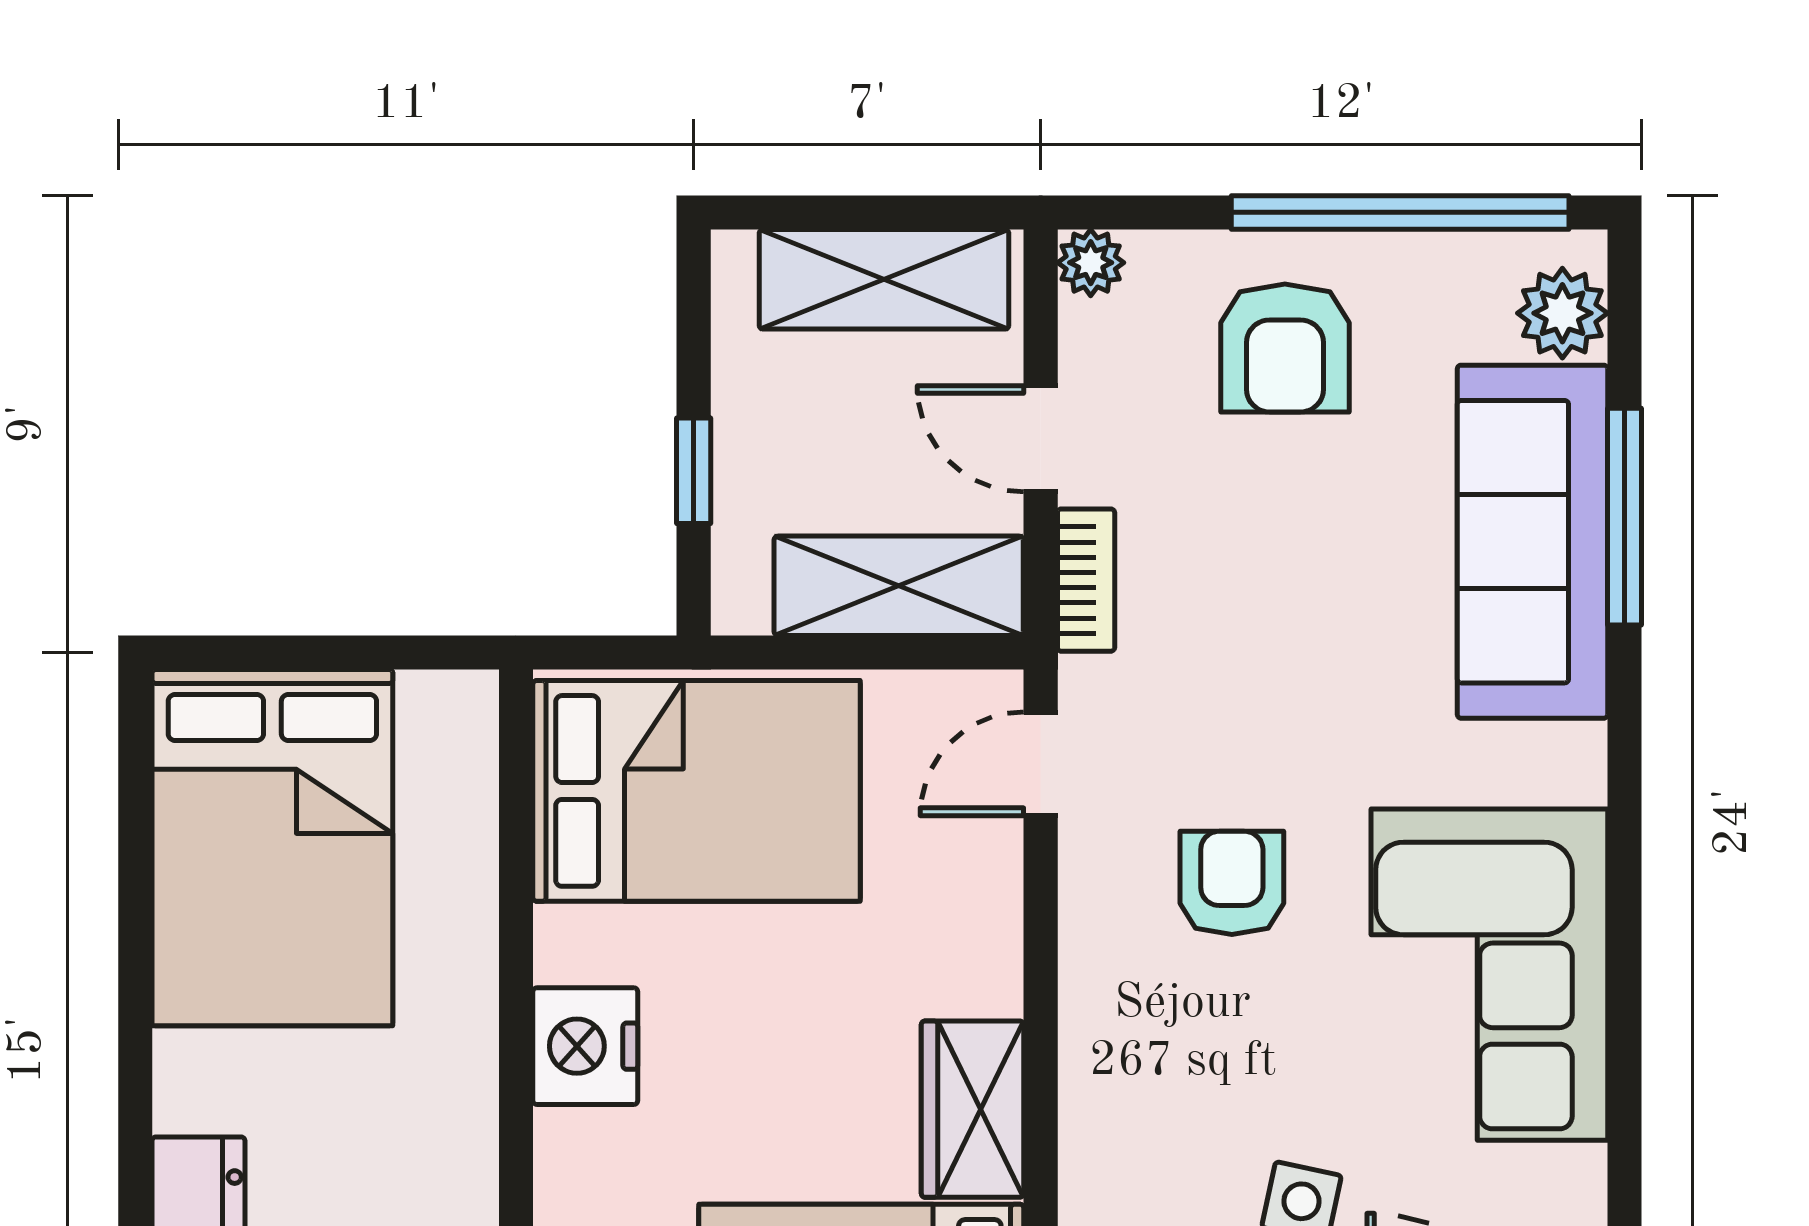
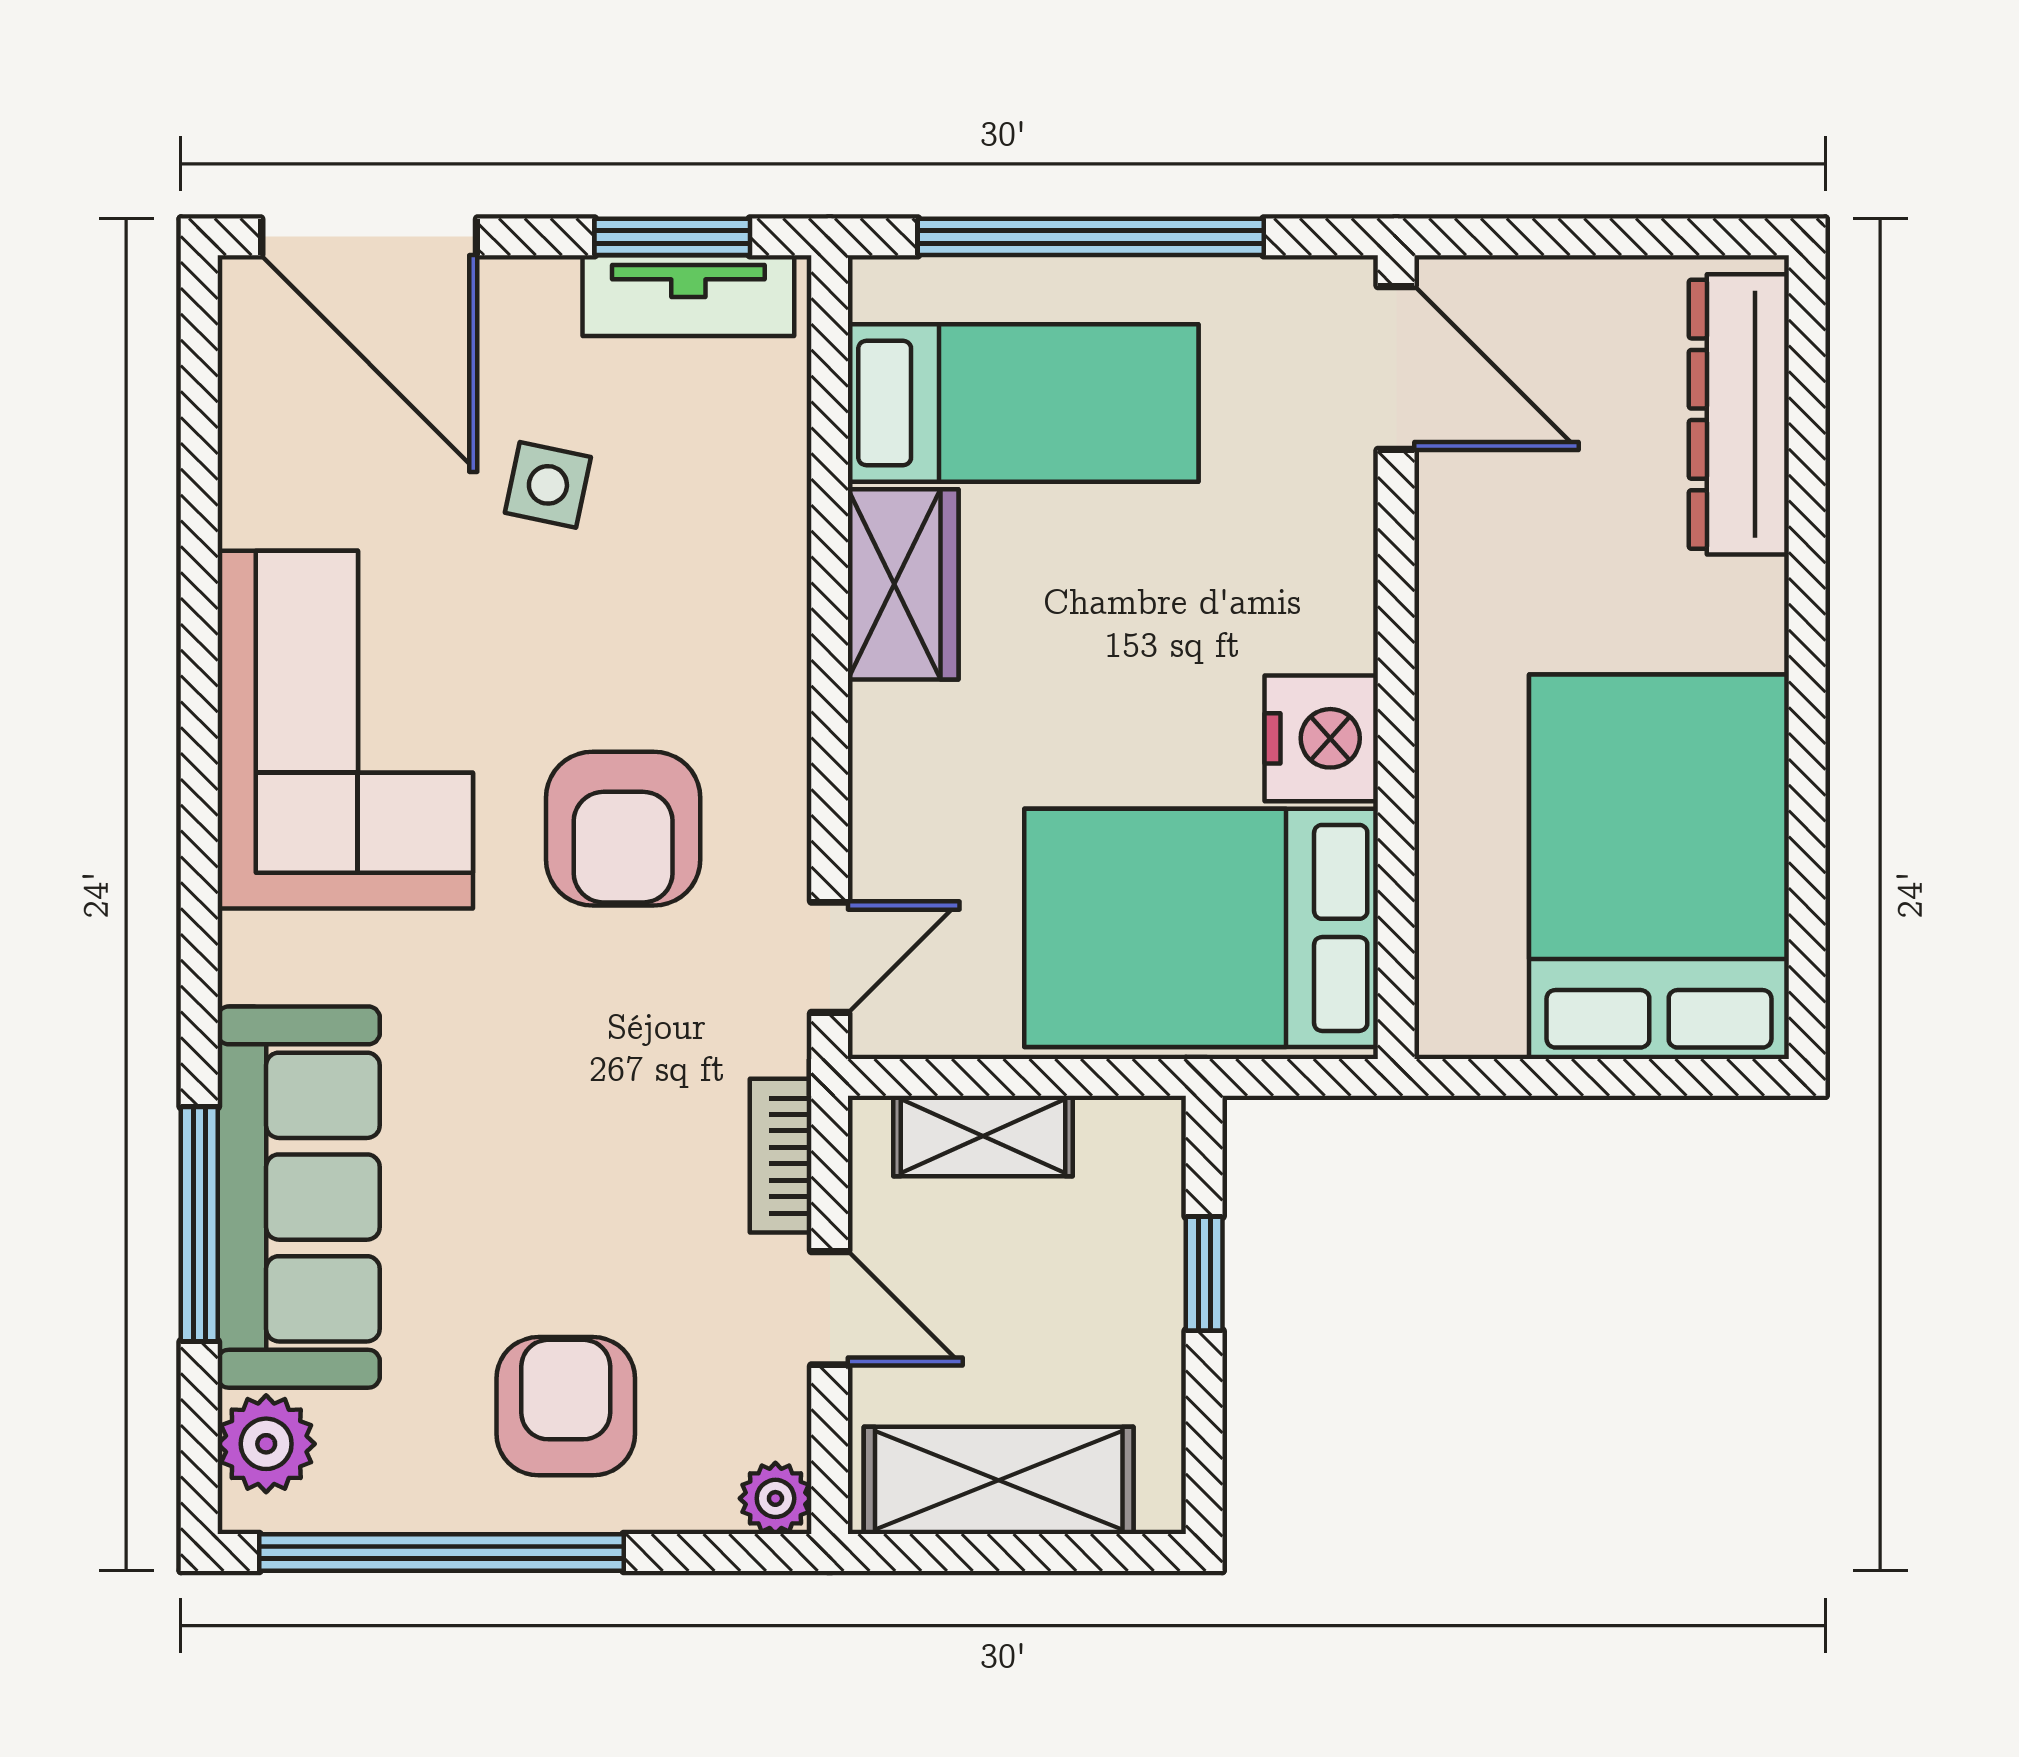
shelving: (899, 586) -> (983, 1136), width x0.67, depth x0.75
armchair: (1232, 883) -> (623, 829), width x1.38, depth x1.38
nightstand: (585, 1046) -> (1321, 738), moved

